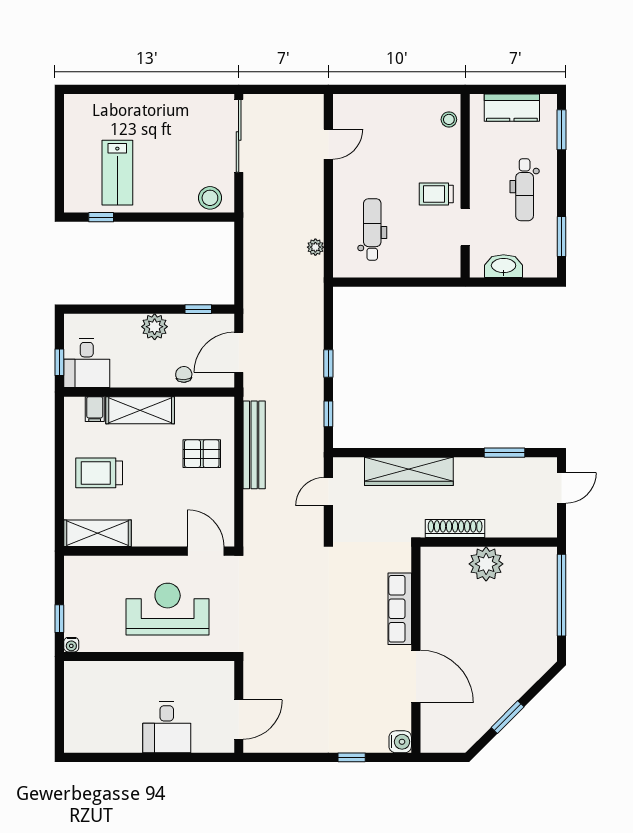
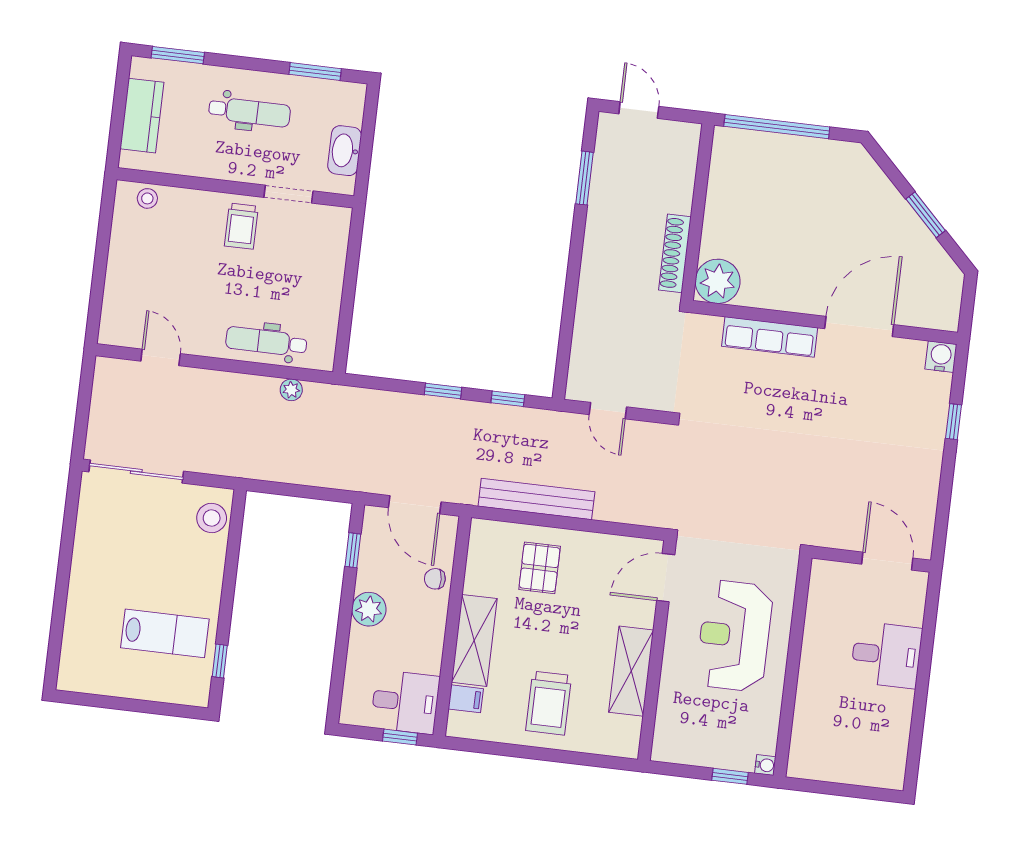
dental chair: (372, 229) -> (266, 342), moved
wardrobe: (409, 471) -> (594, 304), removed
shelving: (97, 533) -> (631, 671), moved
plant: (486, 564) -> (718, 281), moved

